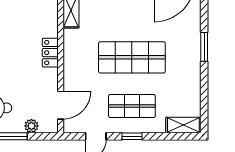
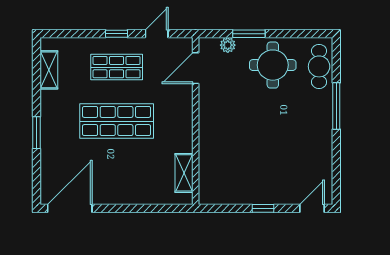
locker: (50, 53) -> (207, 126), removed
shelving: (183, 125) -> (49, 70), moved, turned 90

